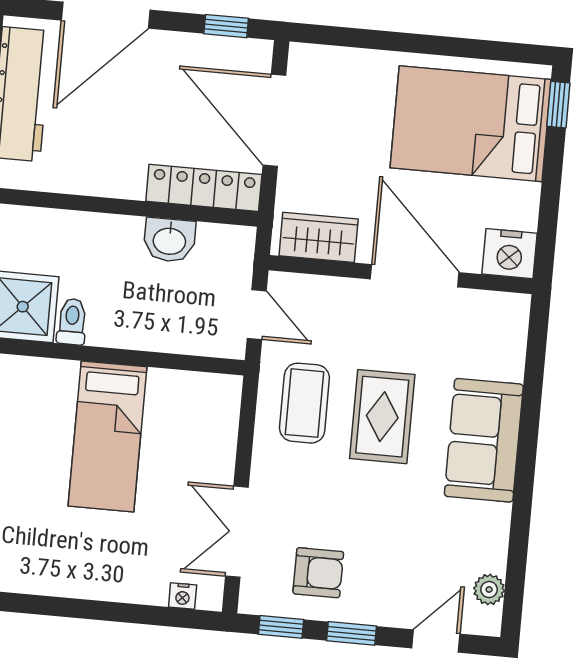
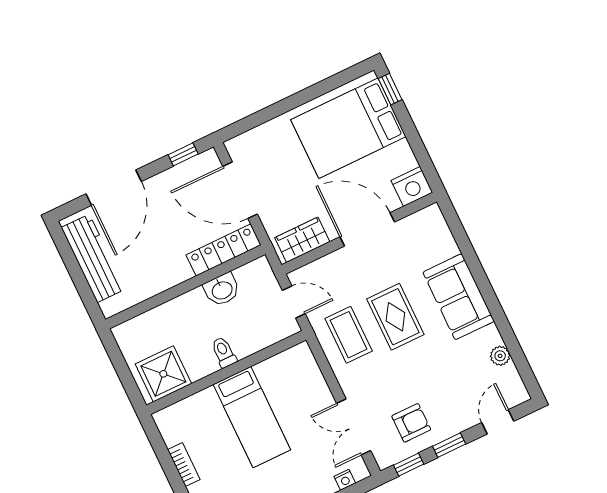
toilet: (72, 322) -> (224, 352), moved
plant: (489, 590) -> (500, 356), moved

